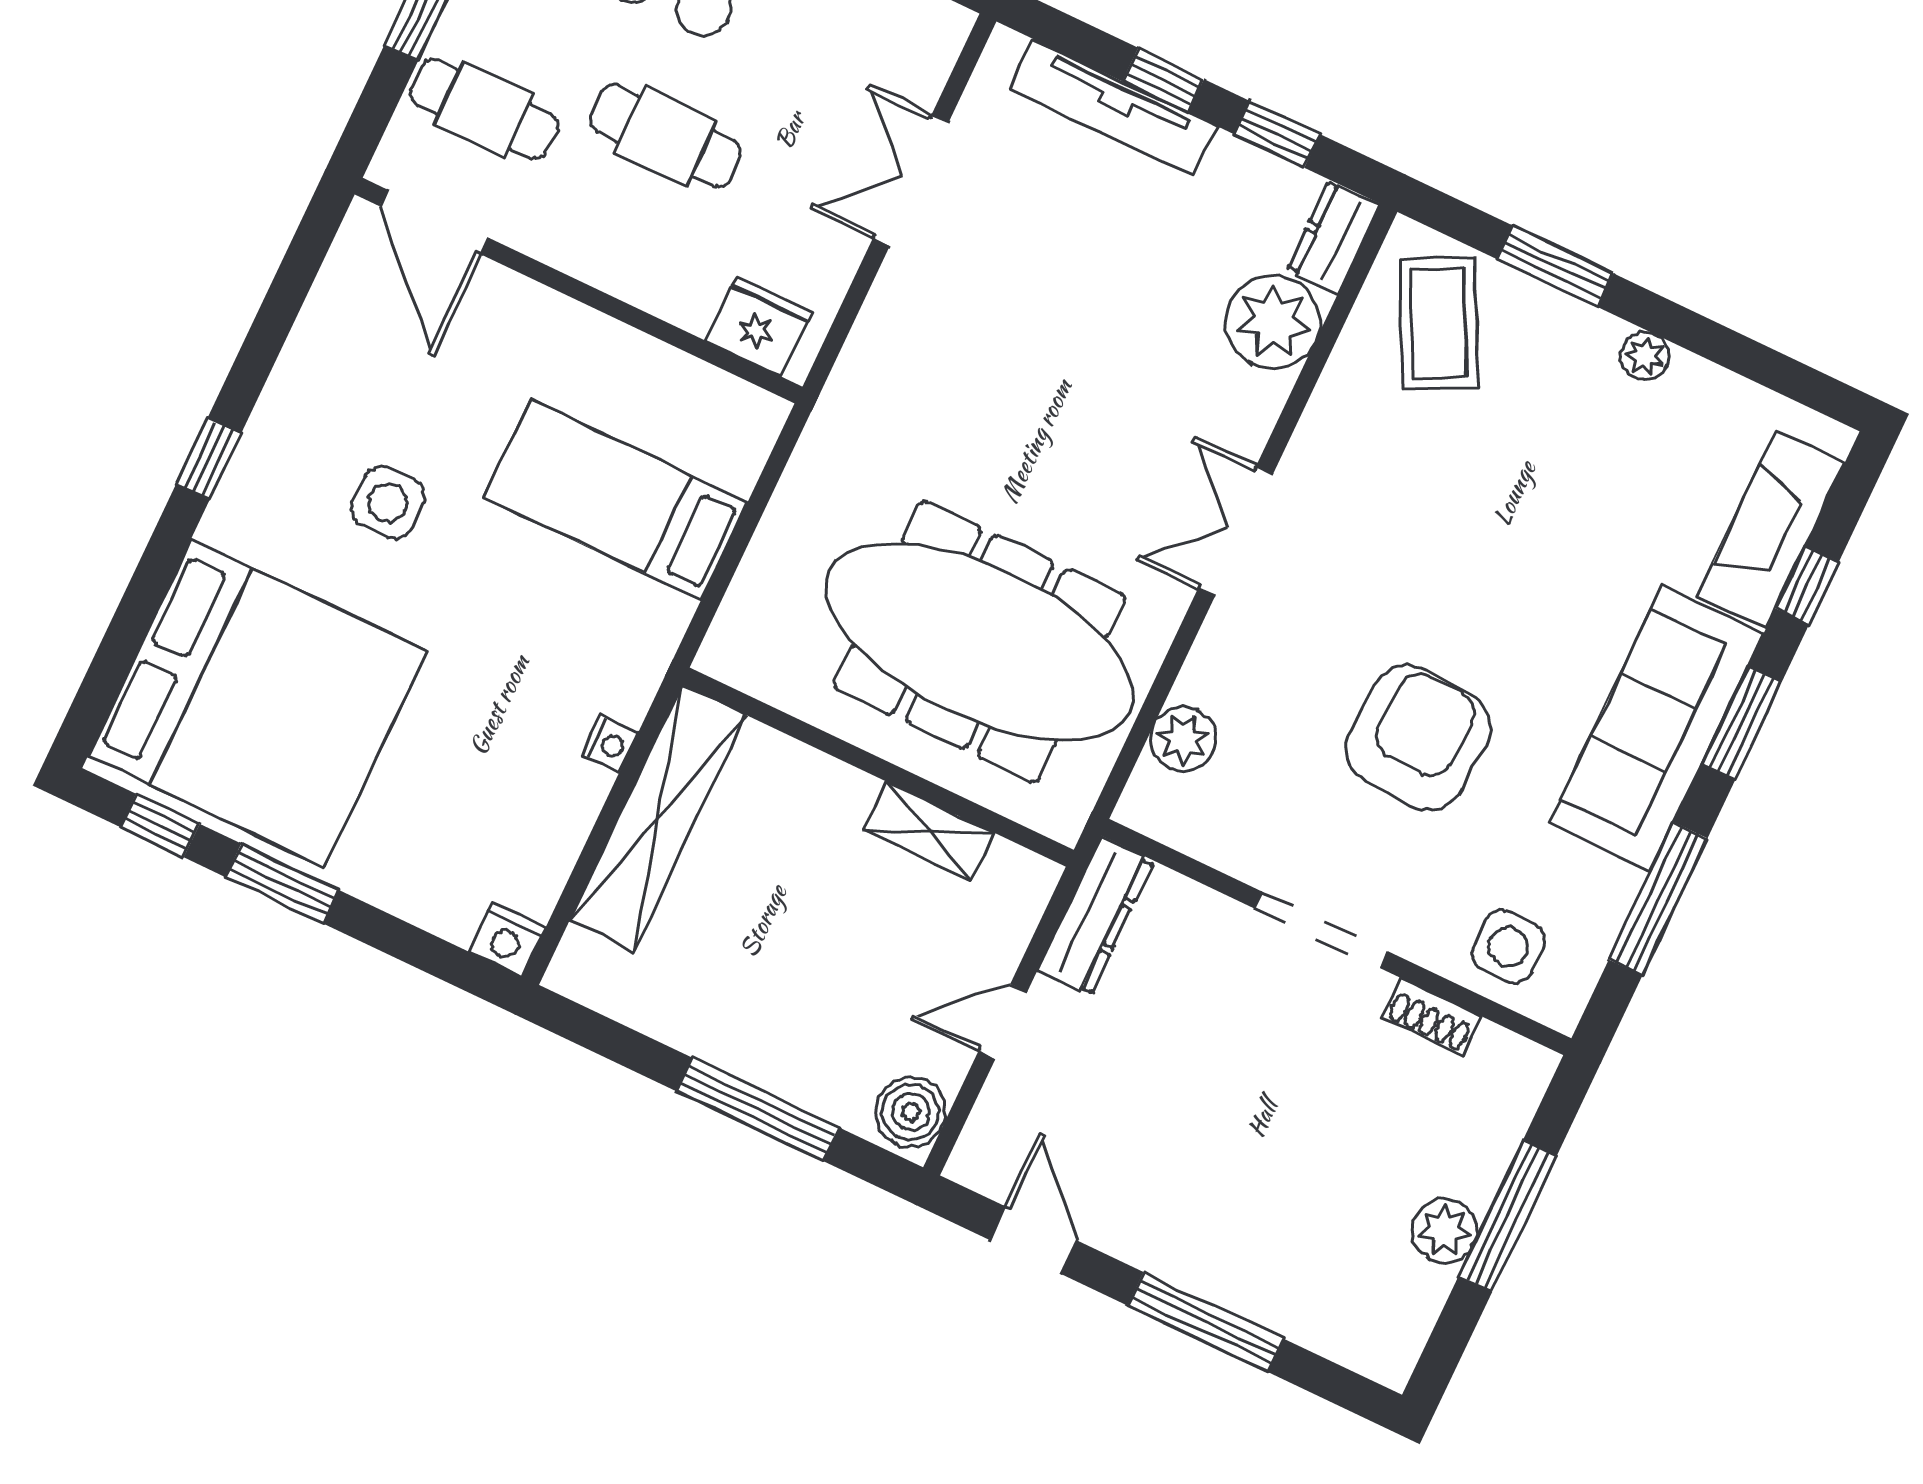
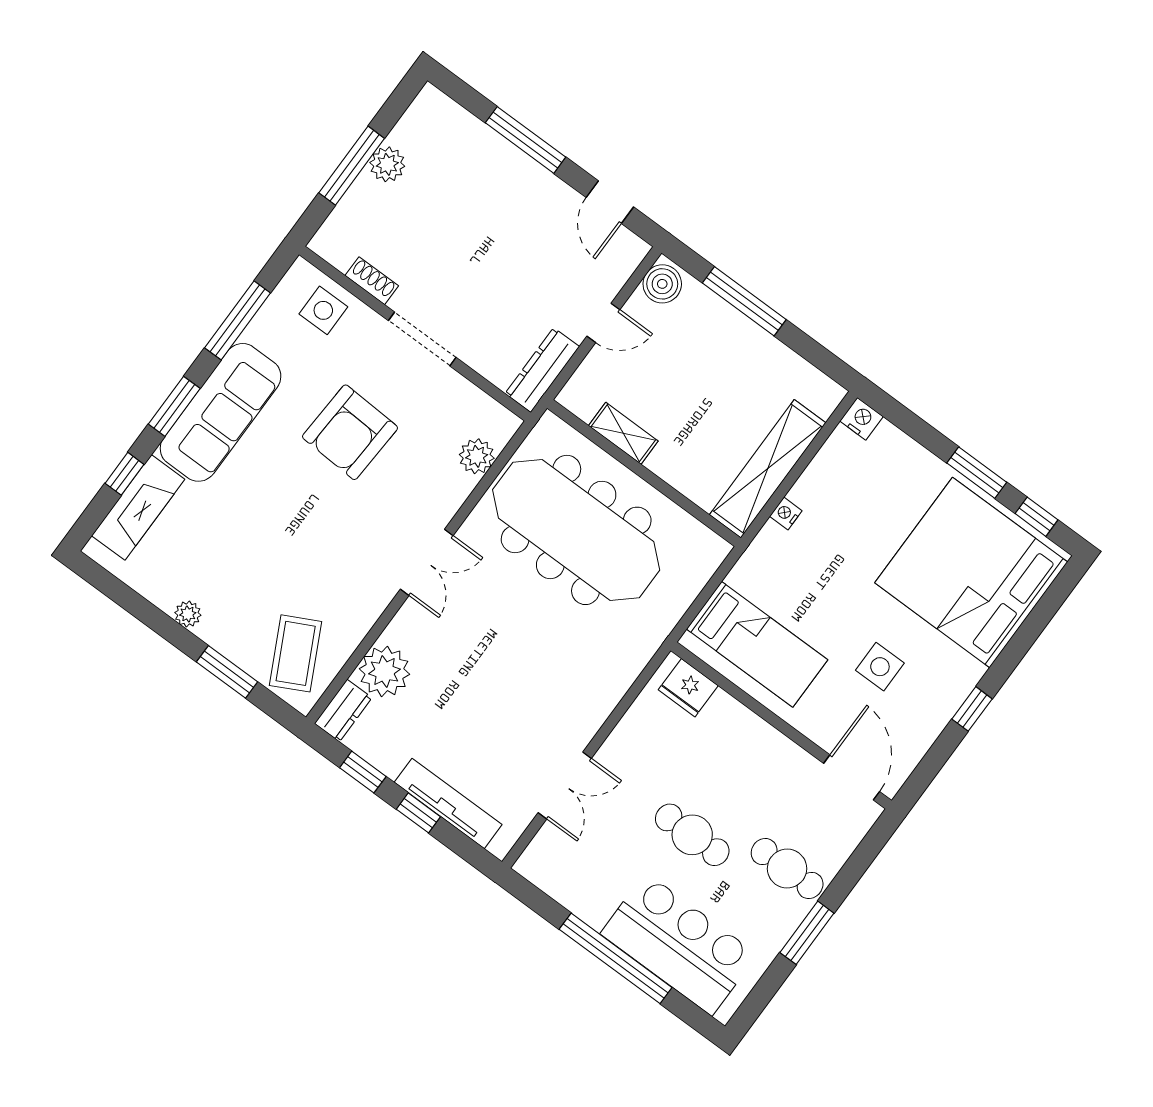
door: (434, 222) -> (852, 777), moved
wall: (579, 291) -> (781, 726), moved
fridge: (758, 326) -> (688, 688), moved

